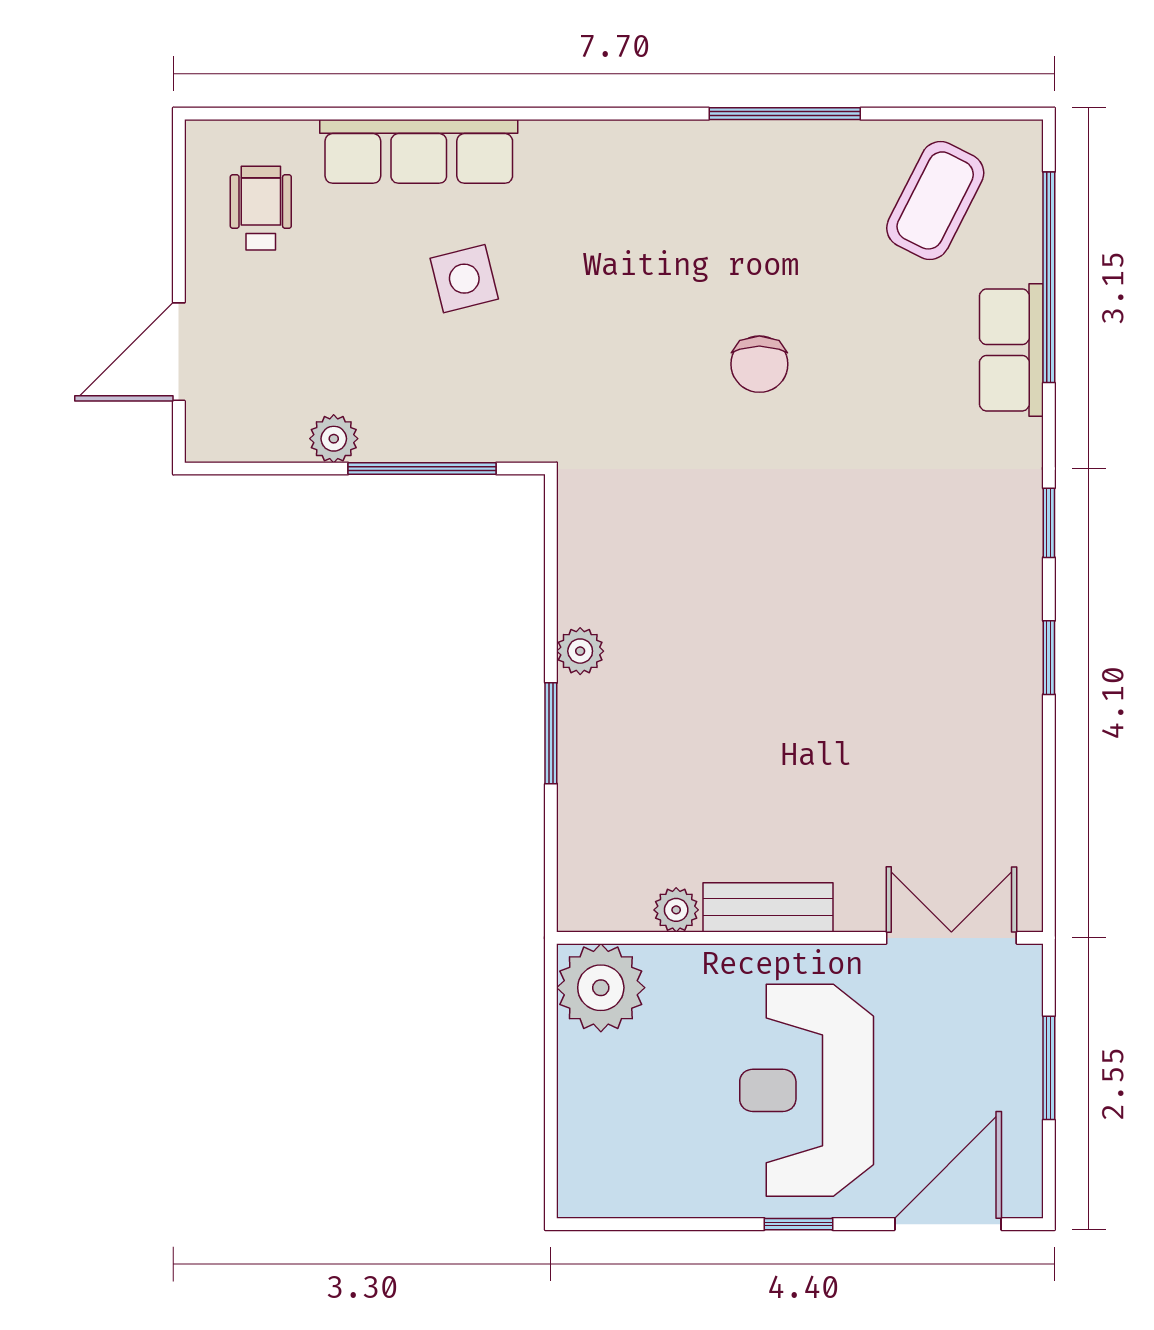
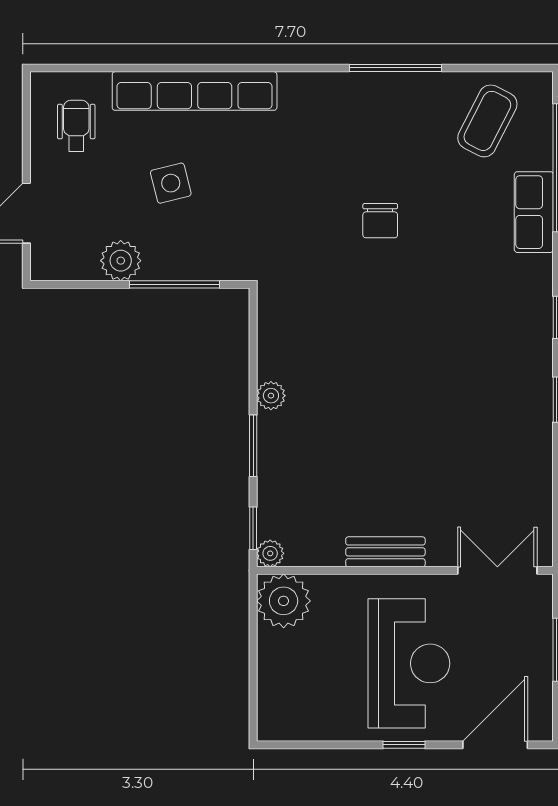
row of seats: (419, 151) -> (195, 91), width x1.36
side table: (464, 279) -> (171, 183), moved
plant: (334, 439) -> (121, 261), width x1.38, depth x1.38
window: (551, 869) -> (253, 528), added
plant: (676, 910) -> (270, 553), moved
reception desk: (807, 1090) -> (409, 663), turned 180

